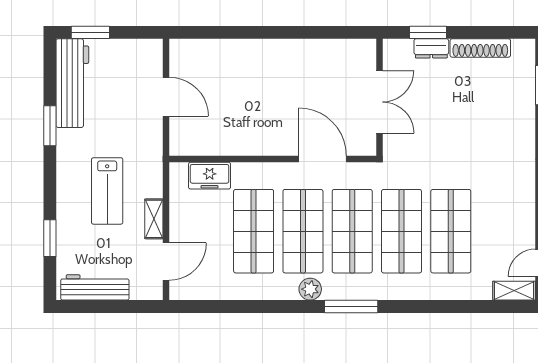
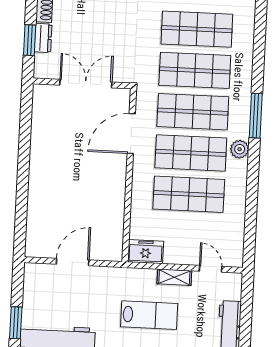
freezer: (210, 176) -> (146, 252), moved, turned -90
door: (166, 261) -> (211, 269), width x0.73

